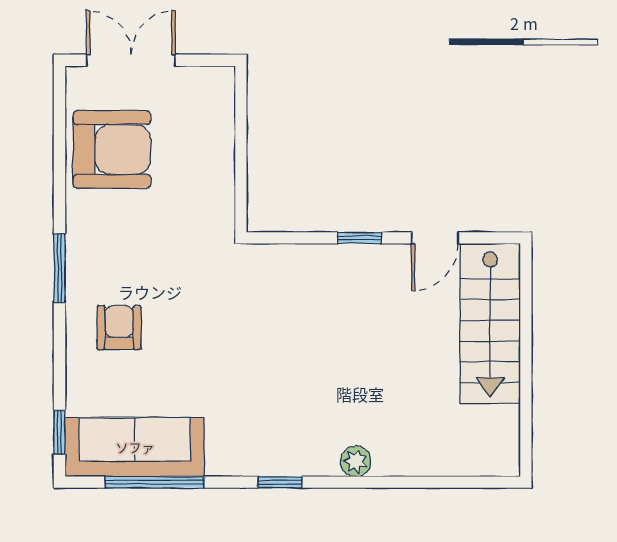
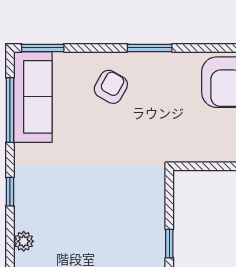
armchair: (119, 328) -> (111, 87), turned -61
window: (60, 432) -> (43, 48), width x1.50

